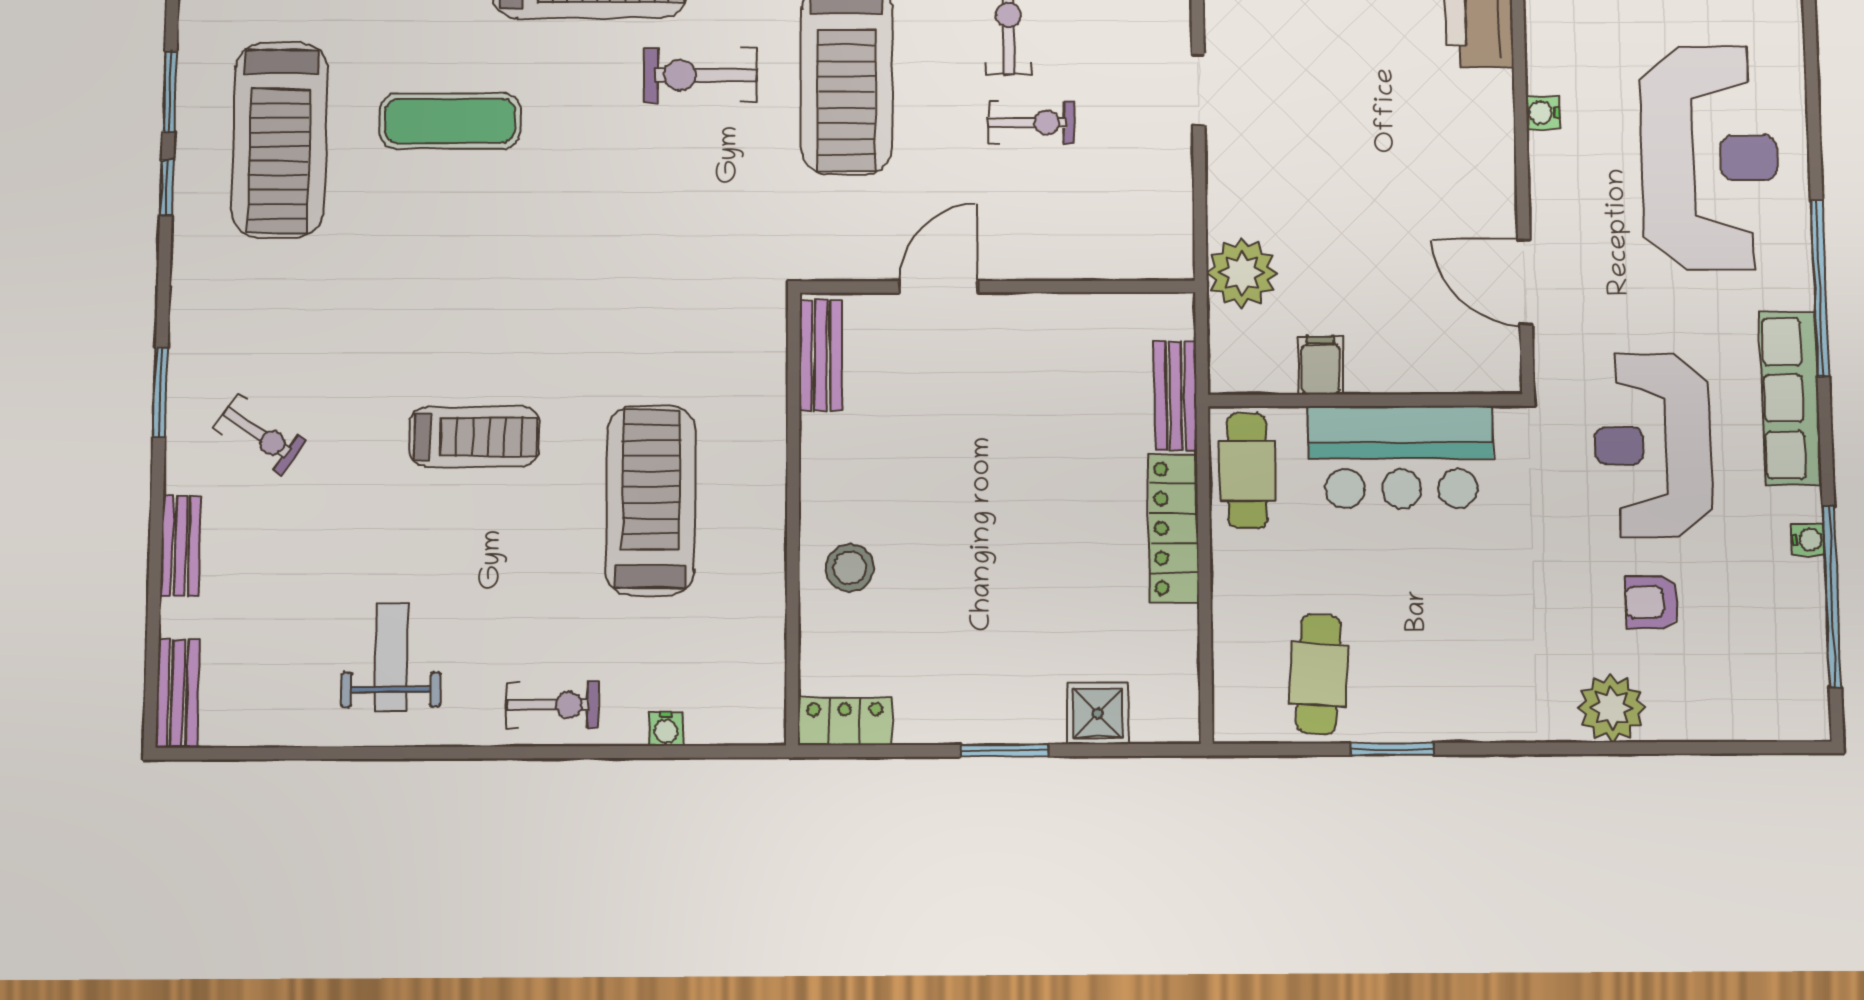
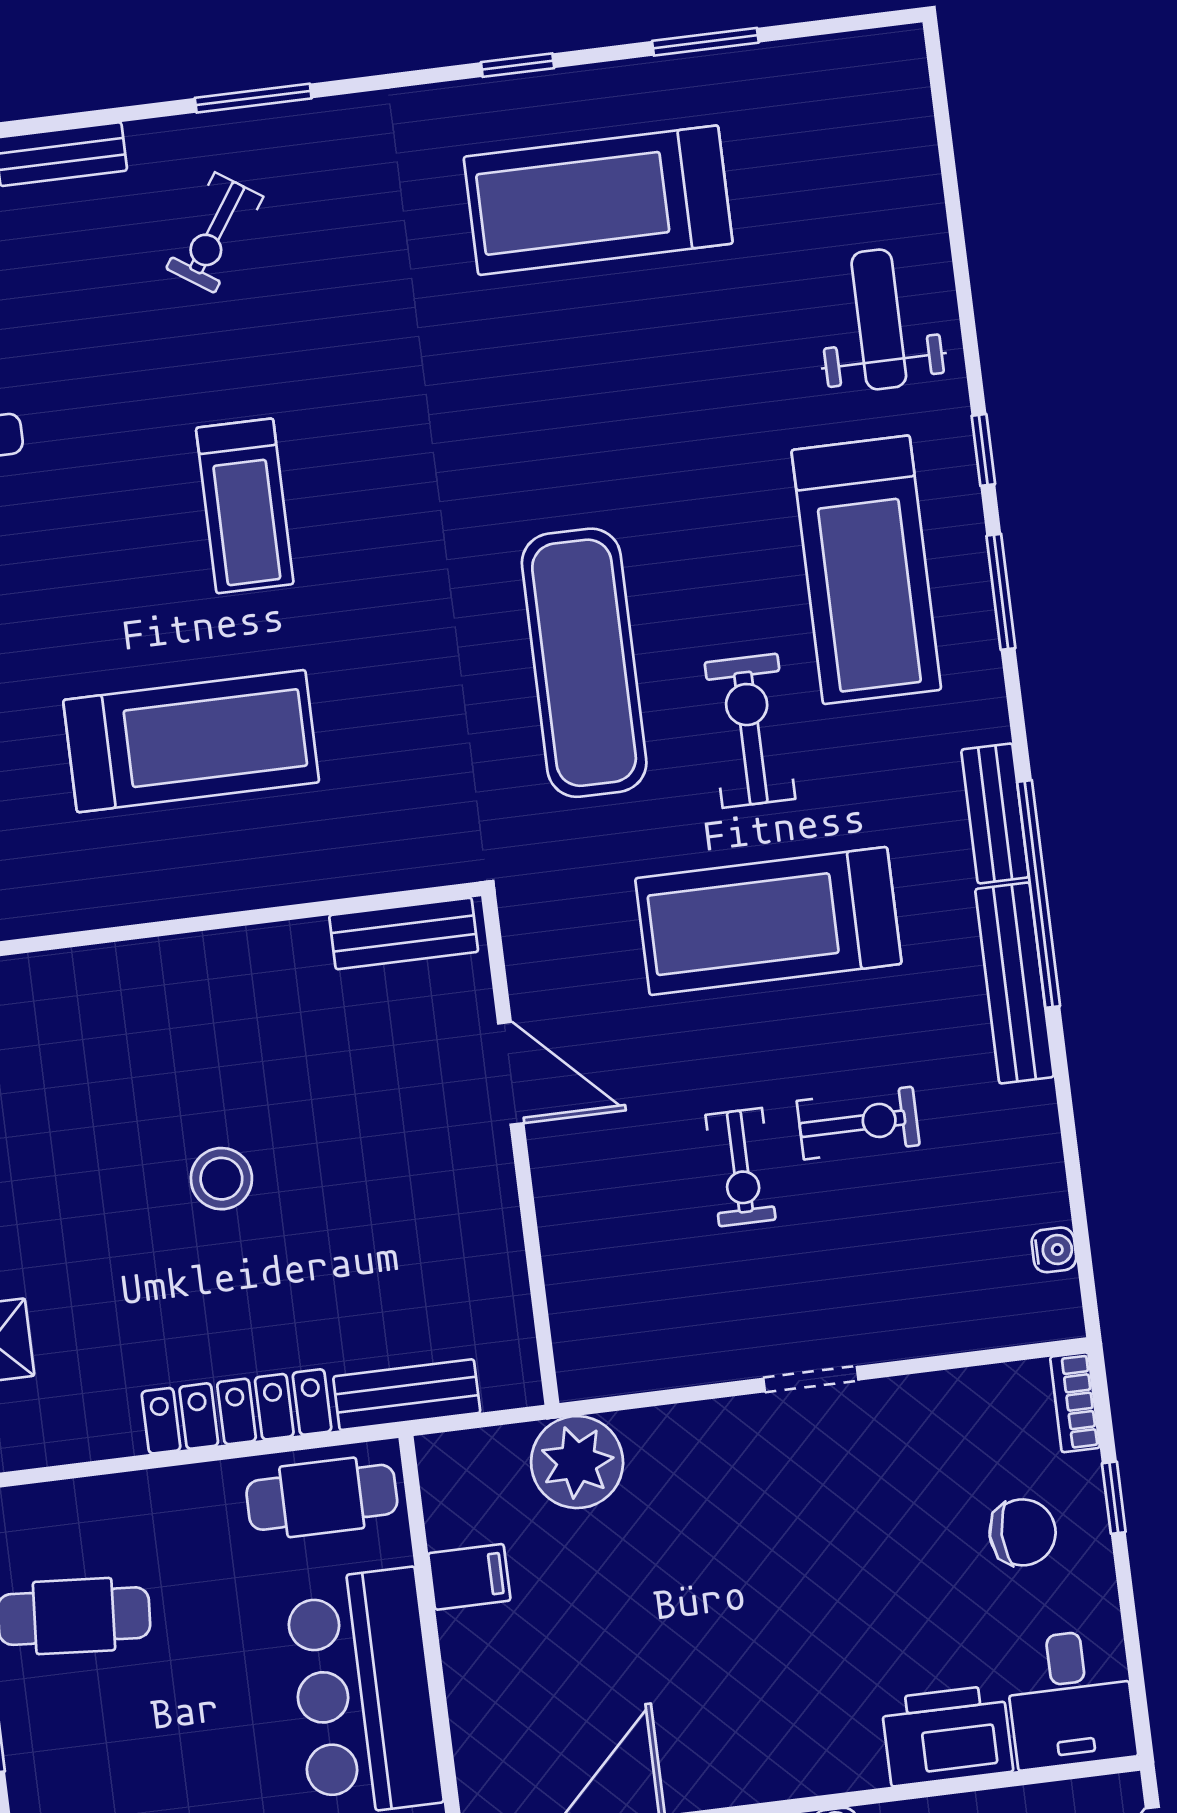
window: (170, 92) -> (705, 42), moved
exercise mat: (450, 121) -> (584, 663), moved, width x1.36, depth x1.45
stool: (850, 568) -> (221, 1179), moved

